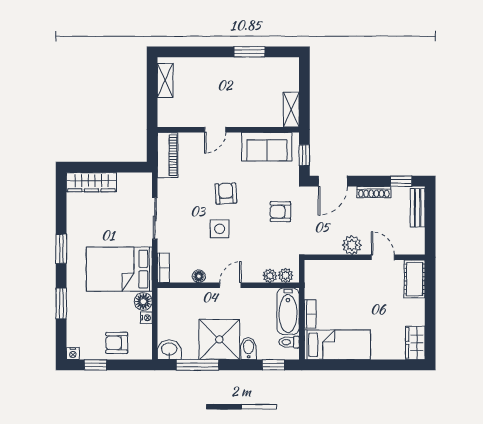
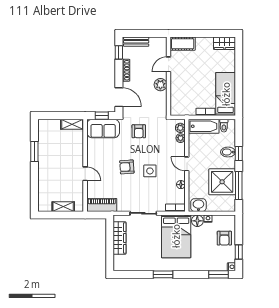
shelving: (165, 80) -> (63, 207), moved
sofa: (267, 147) -> (103, 128), moved, turned 90
wardrobe: (91, 182) -> (119, 238), moved
window: (61, 303) -> (218, 274), moved
shower: (219, 339) -> (222, 182), moved
washbasin: (169, 350) -> (198, 205), moved, turned 90
window: (273, 365) -> (239, 153), moved

